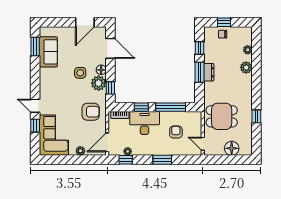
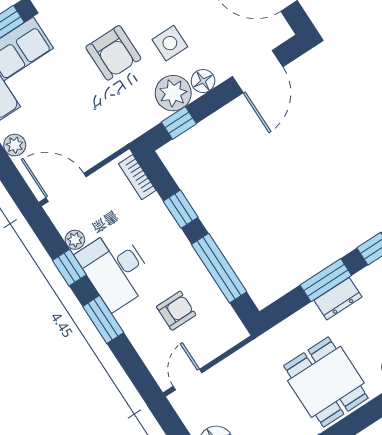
armchair: (91, 112) -> (113, 53), moved
dining table: (222, 116) -> (326, 382), moved
desk: (145, 123) -> (116, 269), moved, turned 180
window: (126, 160) -> (69, 268), moved

